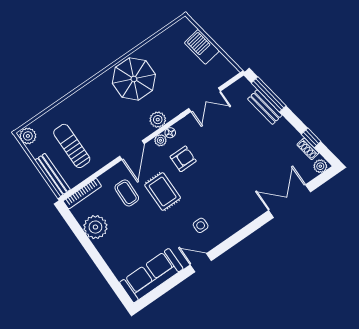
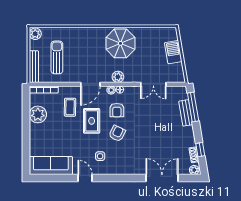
armchair: (183, 159) -> (117, 110), turned 90
armchair: (202, 186) -> (117, 133), added

